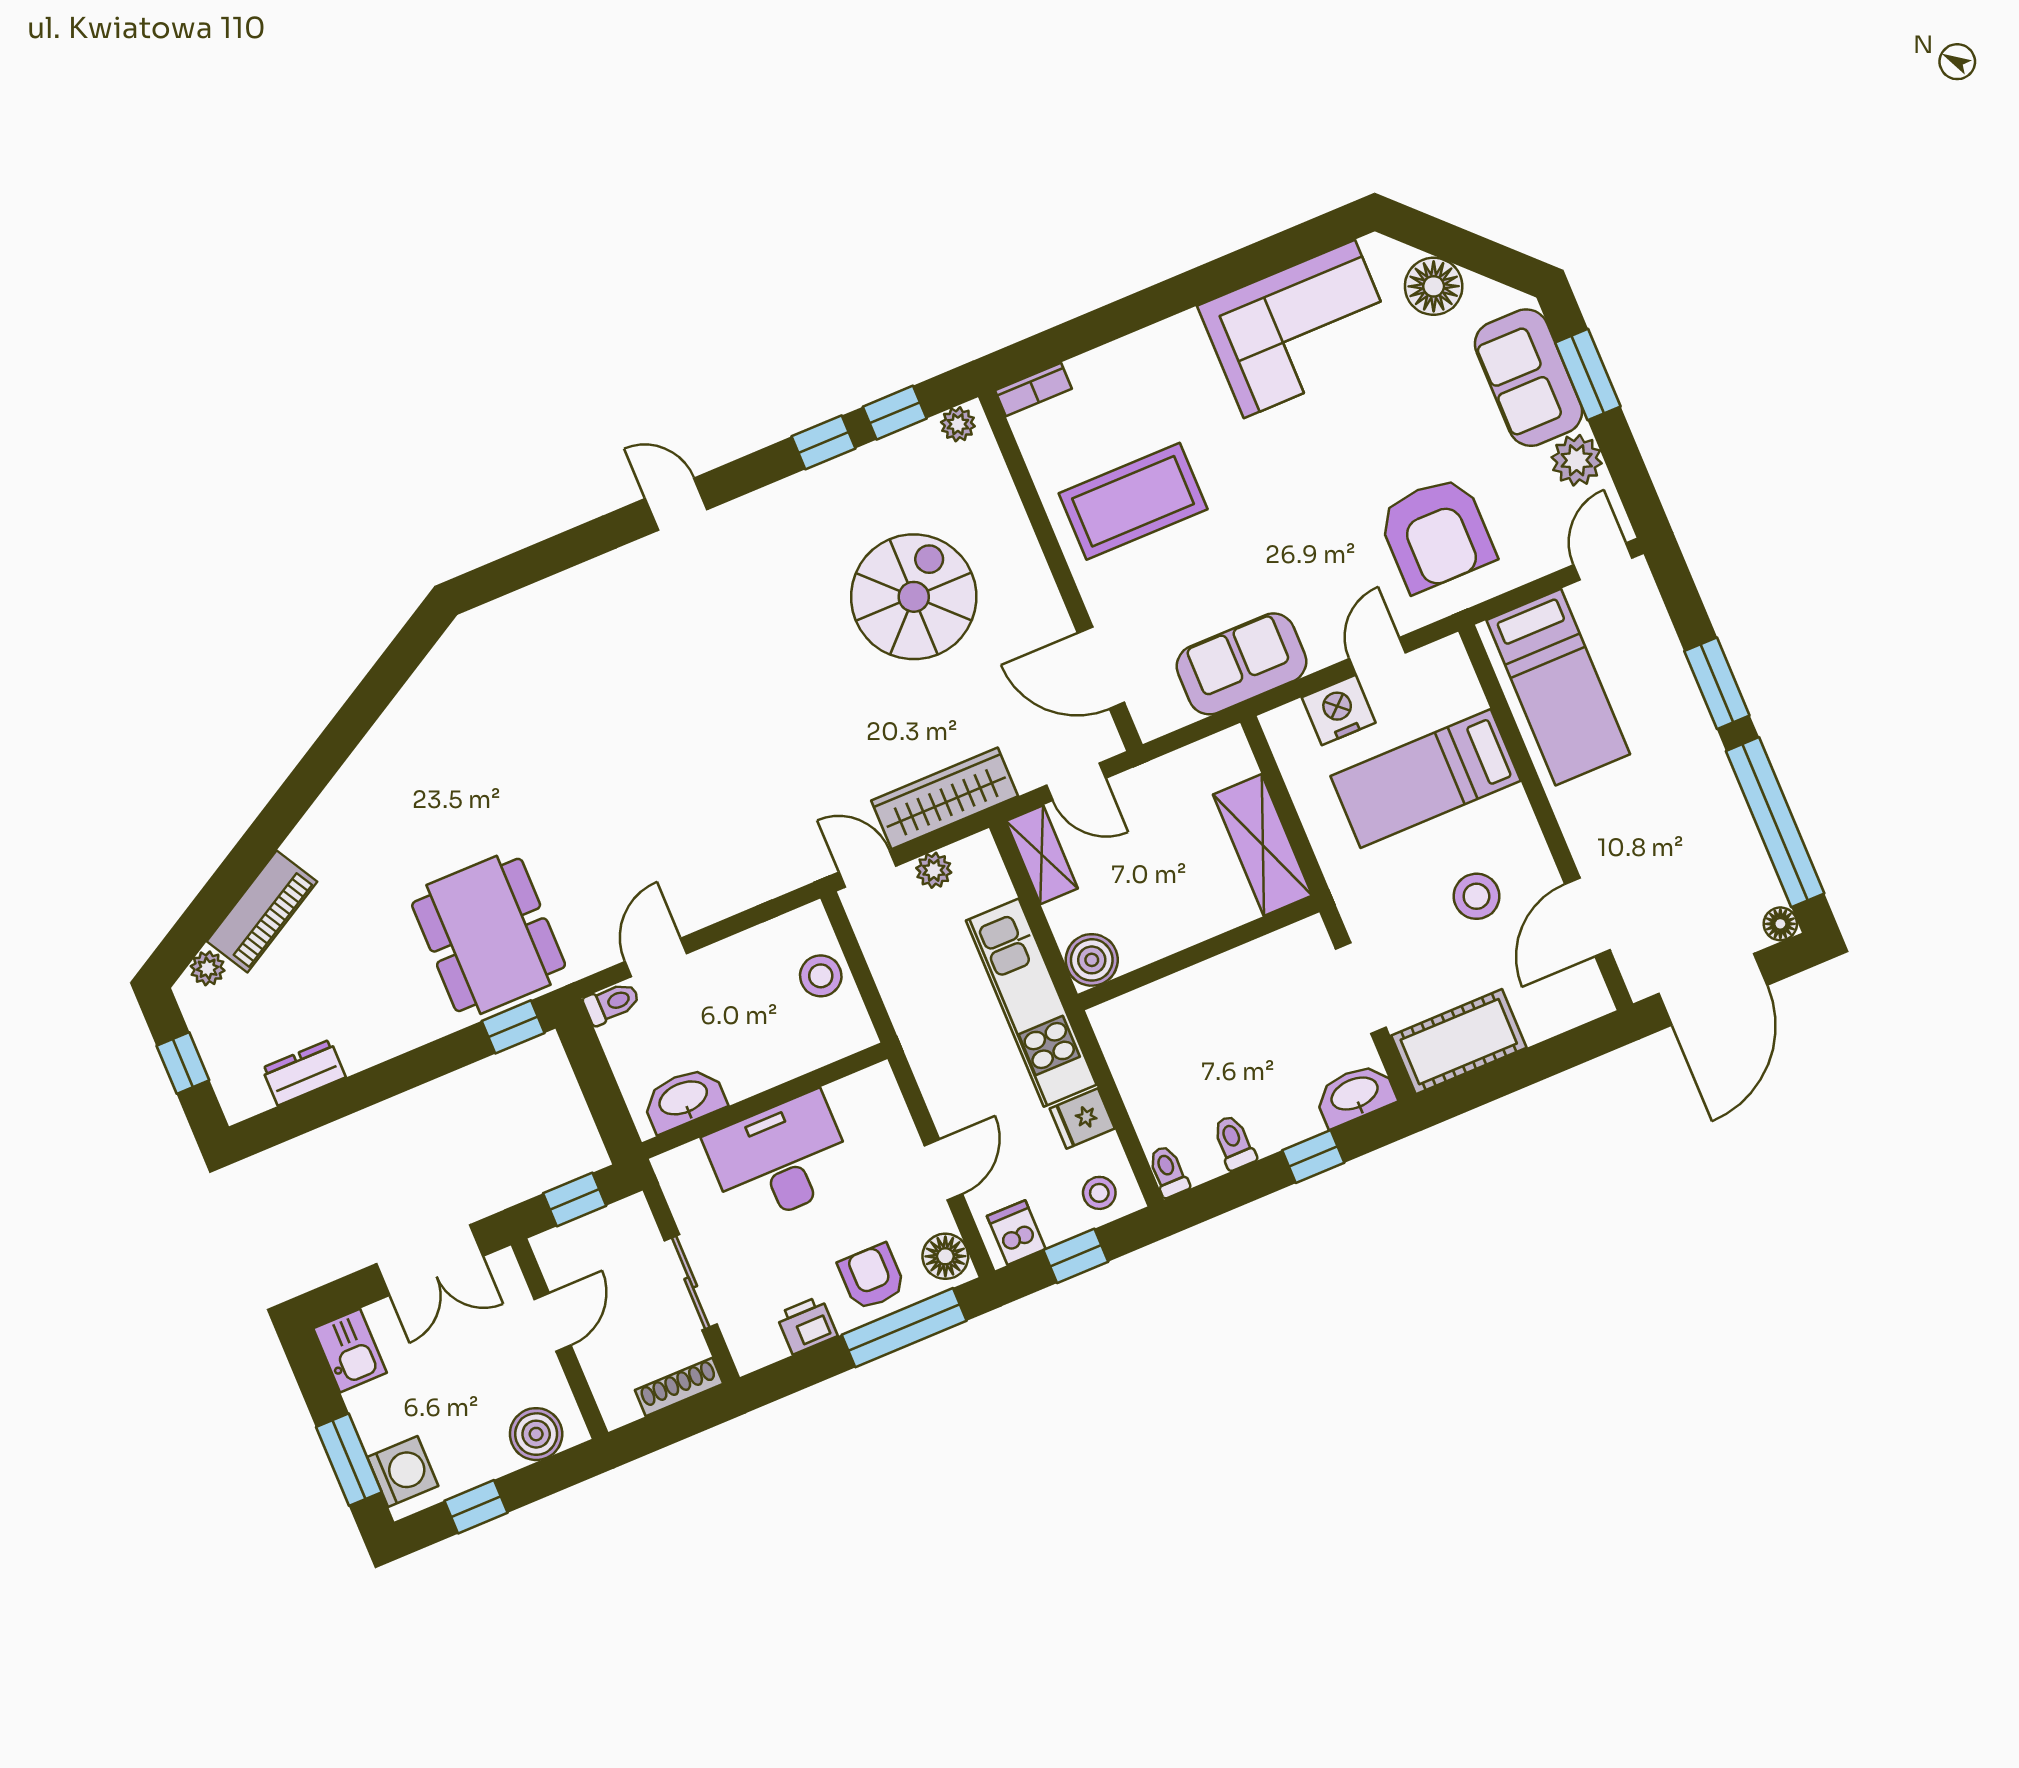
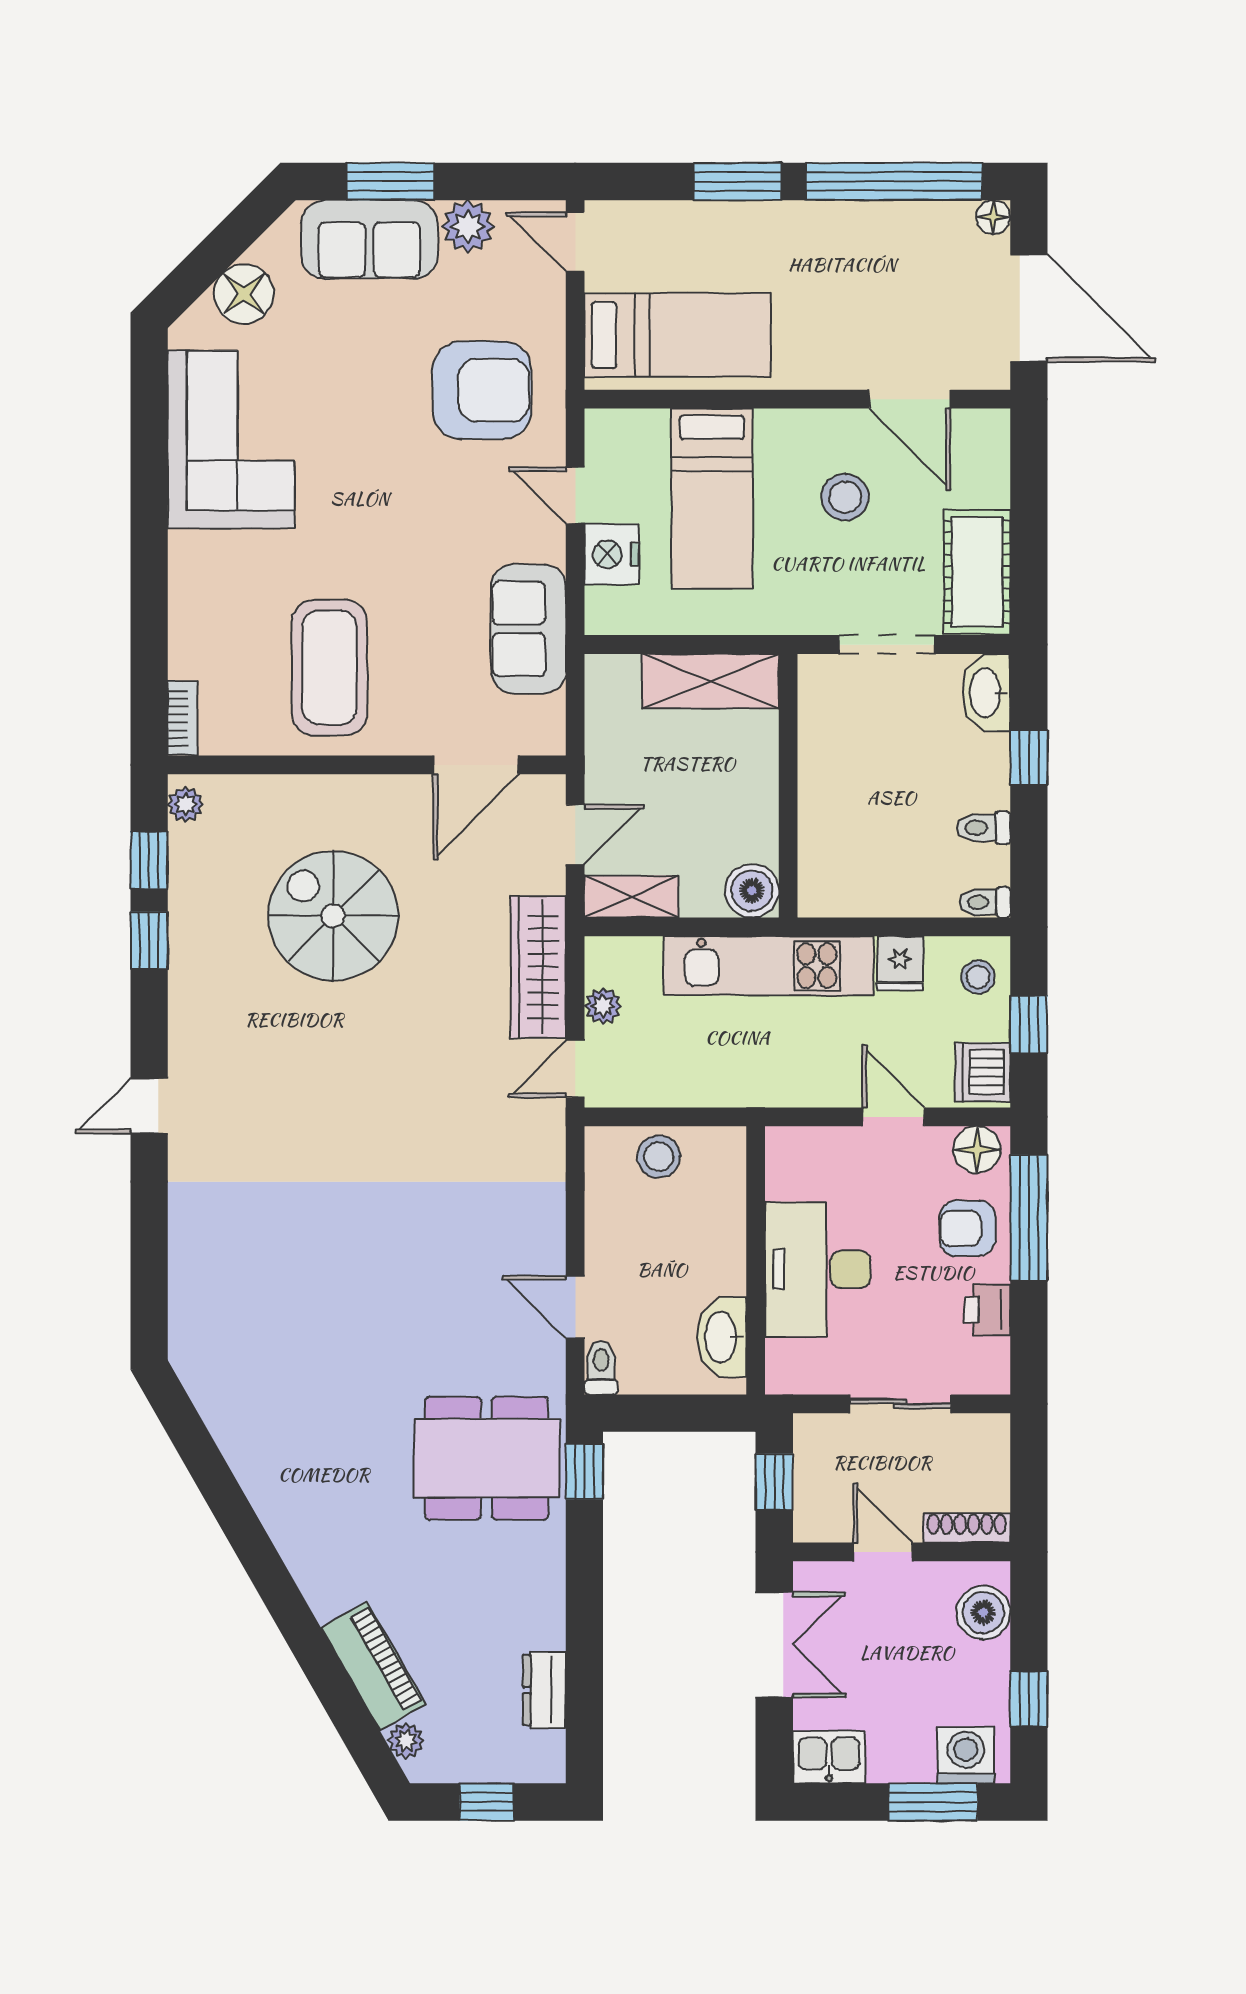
dishwasher: (1016, 1233) -> (983, 1072), width x1.38
shoe rack: (679, 1387) -> (967, 1528), moved, turned 90

